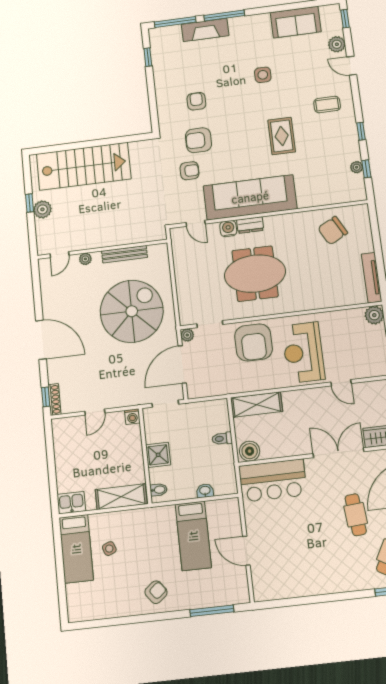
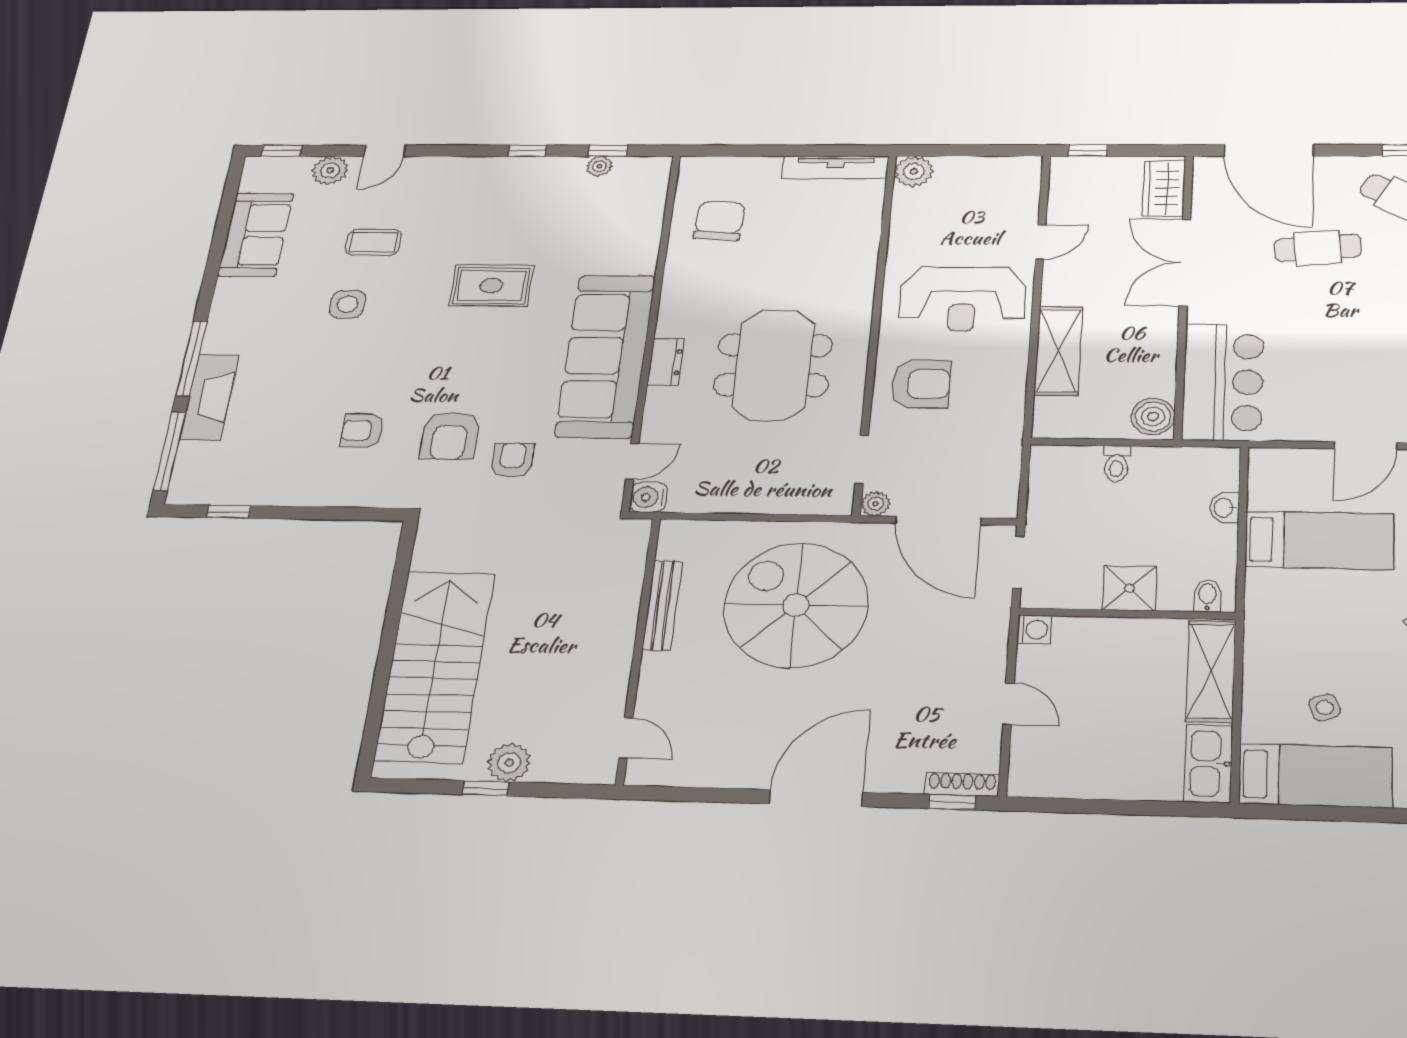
coffee table: (327, 105) -> (373, 242), moved, turned 90
water cooler: (228, 229) -> (648, 497), moved
chair: (333, 231) -> (719, 221), turned -149
plant: (85, 259) -> (651, 685), removed
armchair: (254, 342) -> (921, 384), width x0.73, depth x0.73
shelving: (257, 405) -> (1058, 351), moved
kitchen sink: (71, 503) -> (1208, 764), width x1.38

